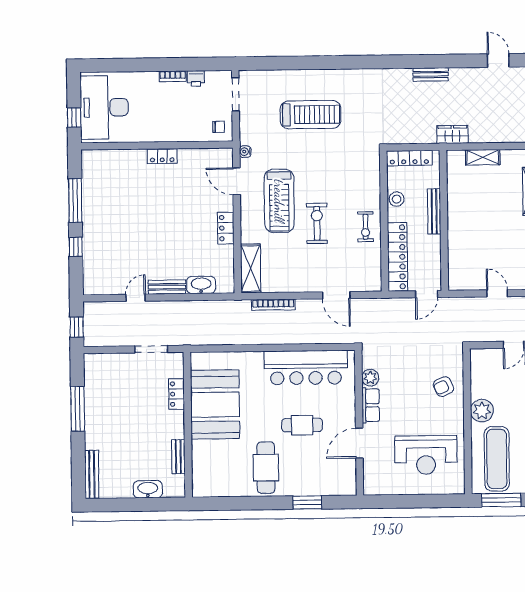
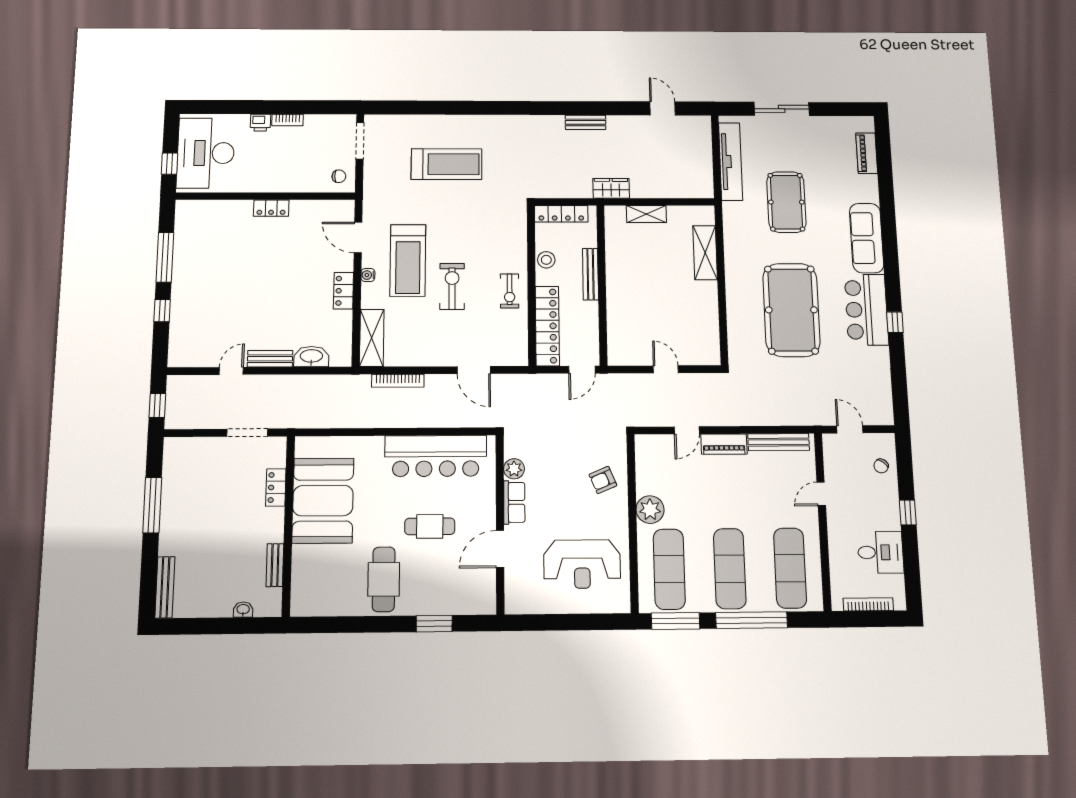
printer: (196, 78) -> (260, 123), moved
water cooler: (245, 152) -> (368, 275), moved
washbasin: (148, 489) -> (243, 610), width x0.52, depth x0.69

